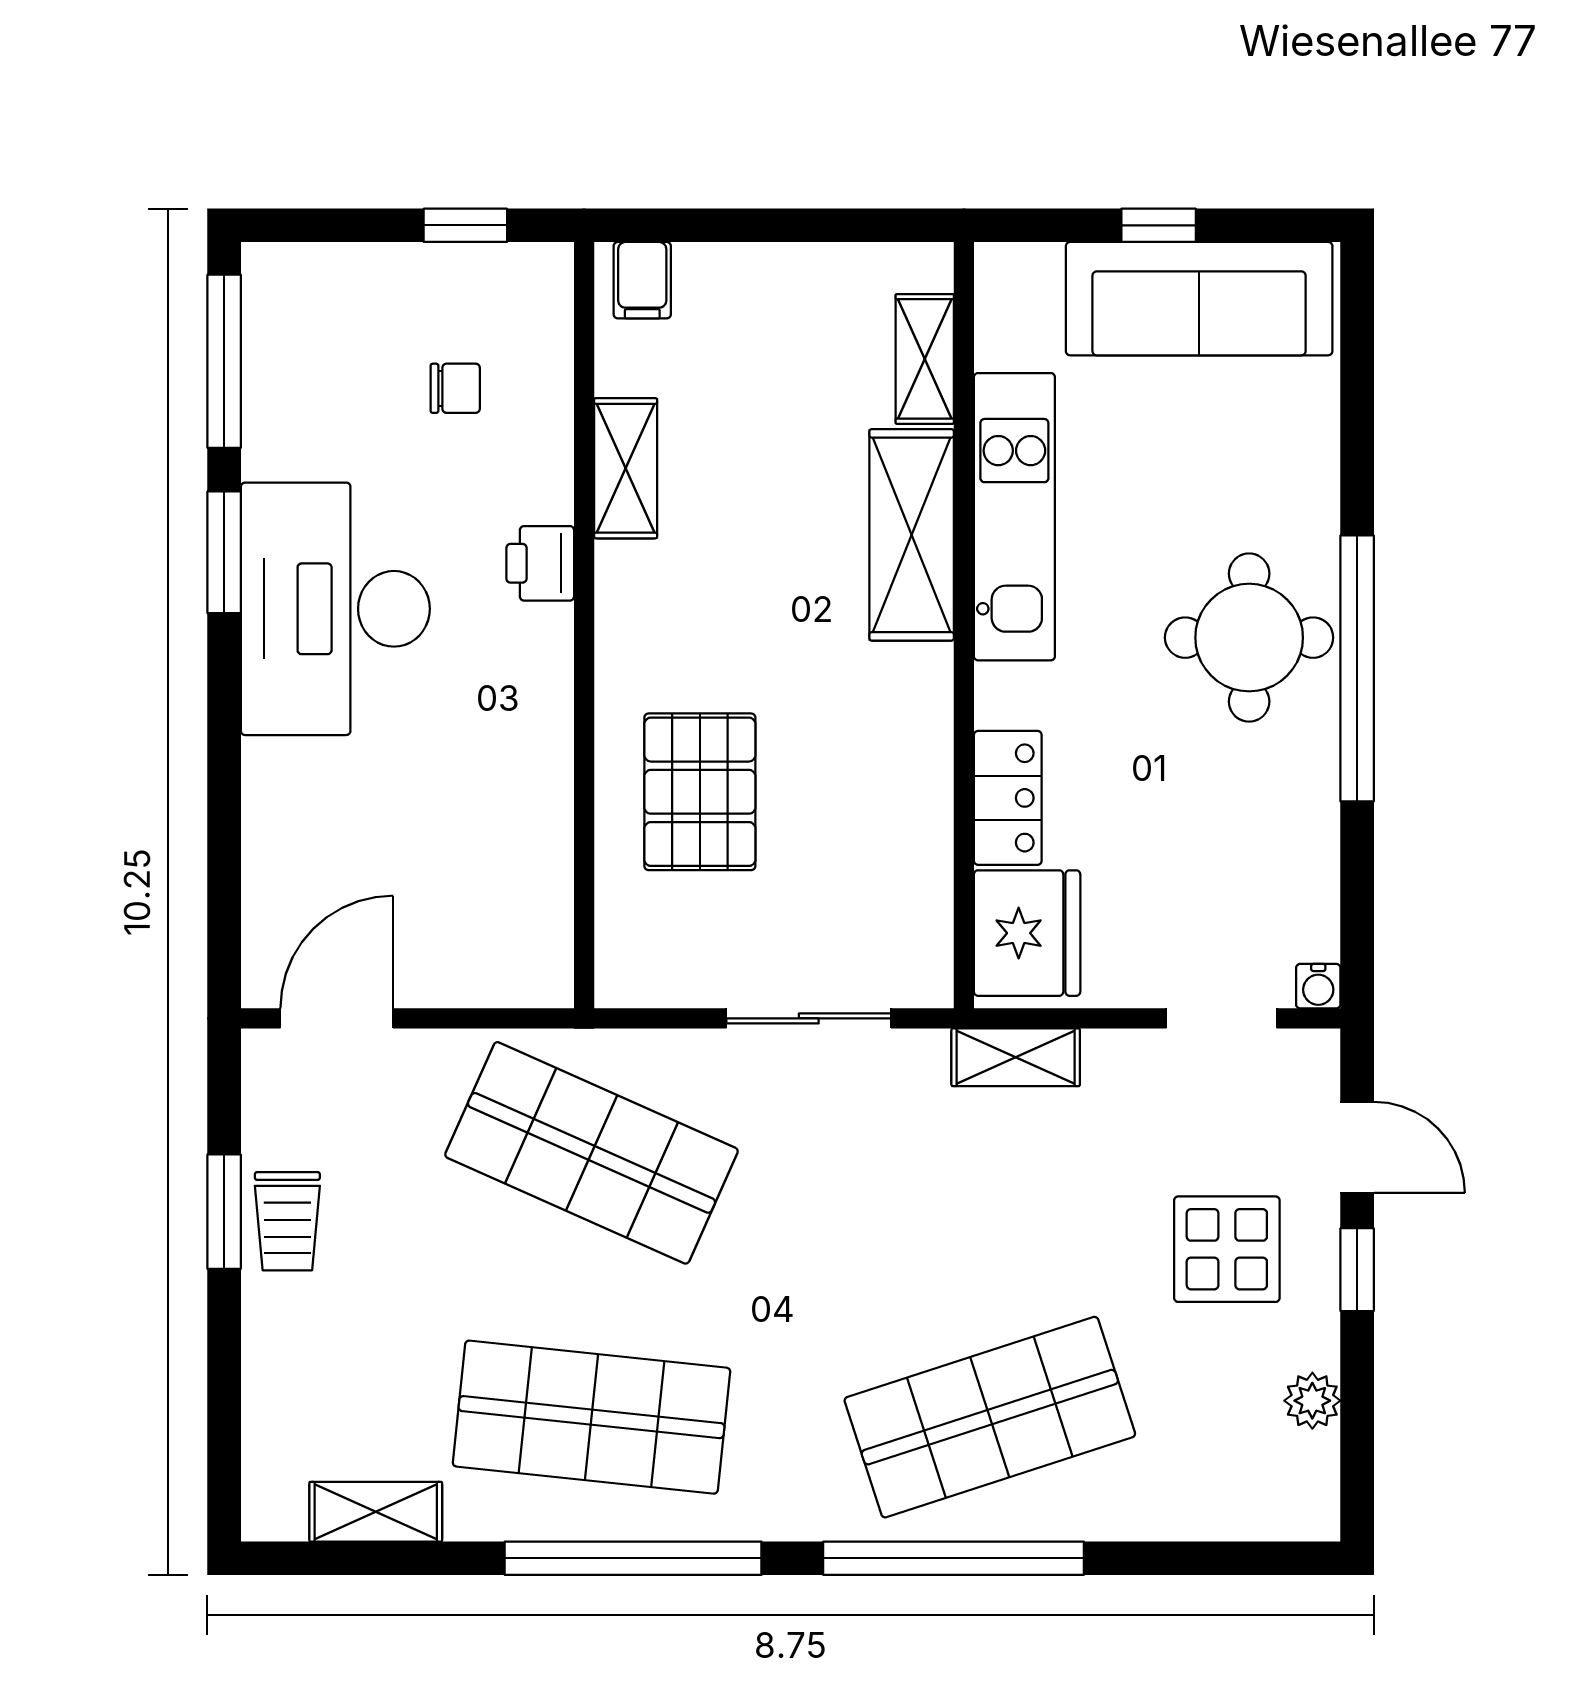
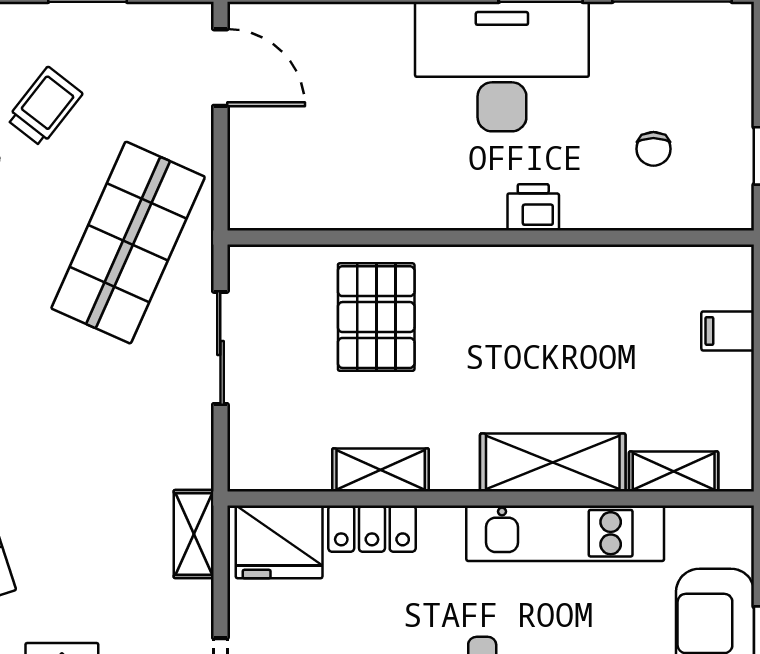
filing cabinet: (642, 280) -> (728, 331), moved
shelving: (626, 468) -> (381, 470), moved
pallet: (700, 792) -> (376, 317), turned 90
sliding door: (809, 1018) -> (220, 348), moved
trolley: (287, 1221) -> (45, 106), moved, turned 128

